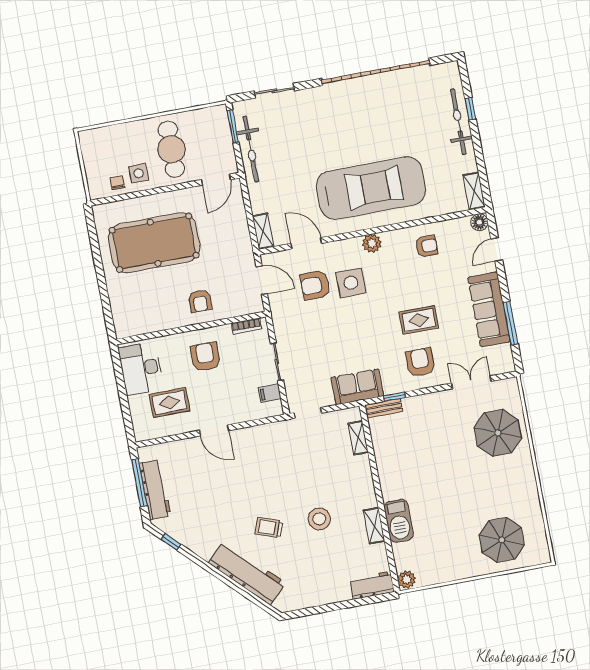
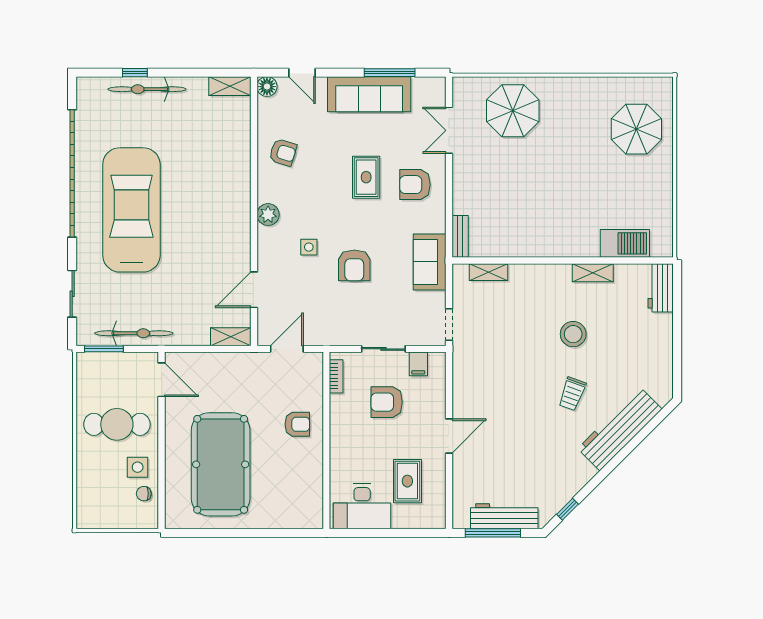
car: (371, 188) -> (131, 210), moved
armchair: (427, 246) -> (283, 152), turned 107
side table: (351, 283) -> (309, 247), width x0.54, depth x0.54
armchair: (315, 285) -> (354, 265), moved
armchair: (205, 357) -> (387, 402), moved
window: (394, 397) -> (449, 222), removed
barbecue: (399, 521) -> (625, 243), moved
plant: (407, 580) -> (662, 247), removed

